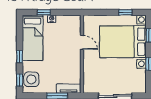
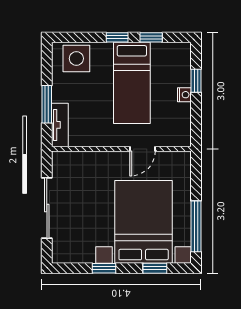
window: (125, 12) -> (196, 226), width x2.17
bed: (33, 38) -> (132, 83), moved, turned -90
window: (20, 80) -> (151, 37), moved

